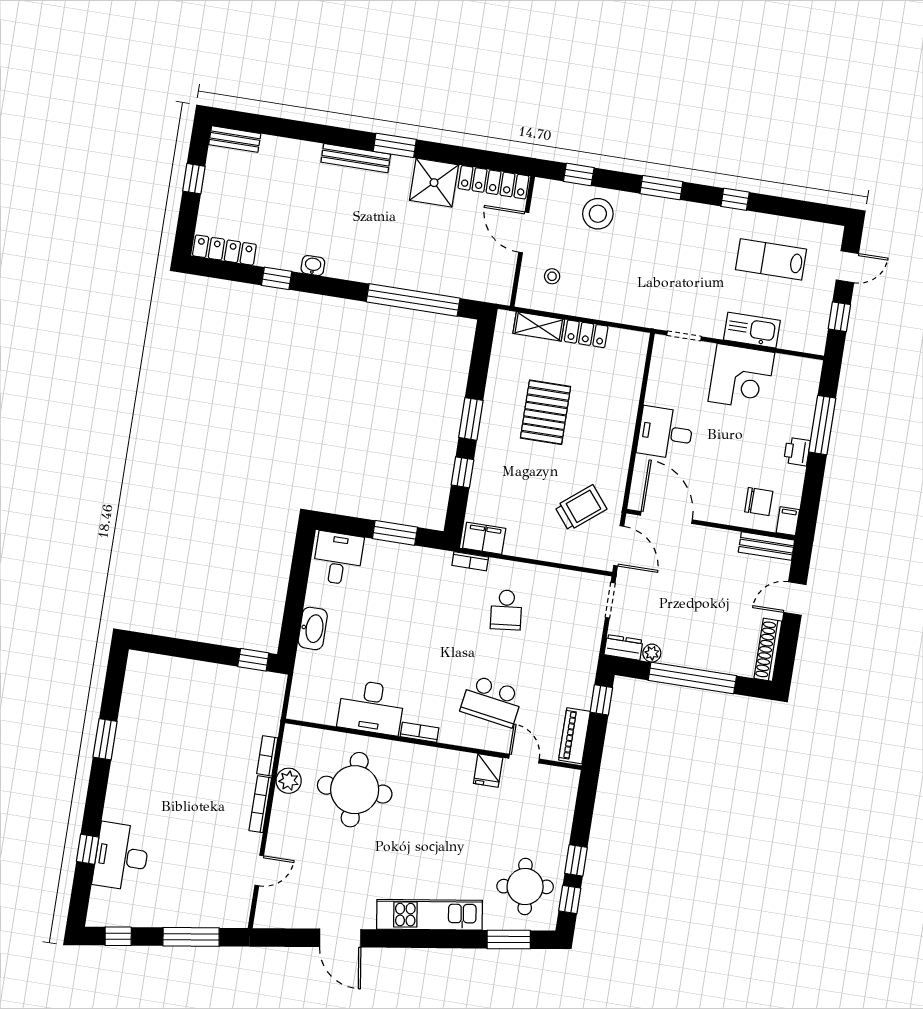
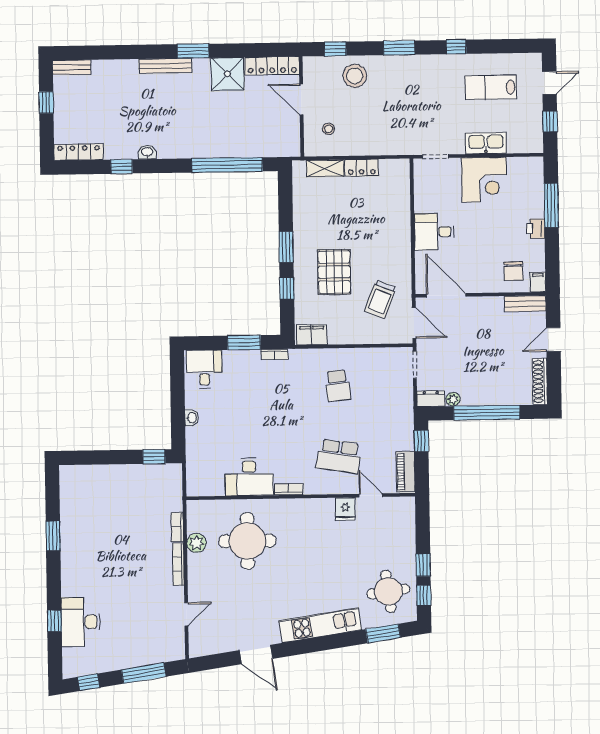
pallet: (546, 412) -> (334, 272), moved
chair: (759, 502) -> (514, 271), turned 90
trolley: (581, 508) -> (380, 299), turned 151
bookcase: (470, 561) -> (274, 354), moved
washbasin: (313, 628) -> (192, 418), width x0.52, depth x0.69

